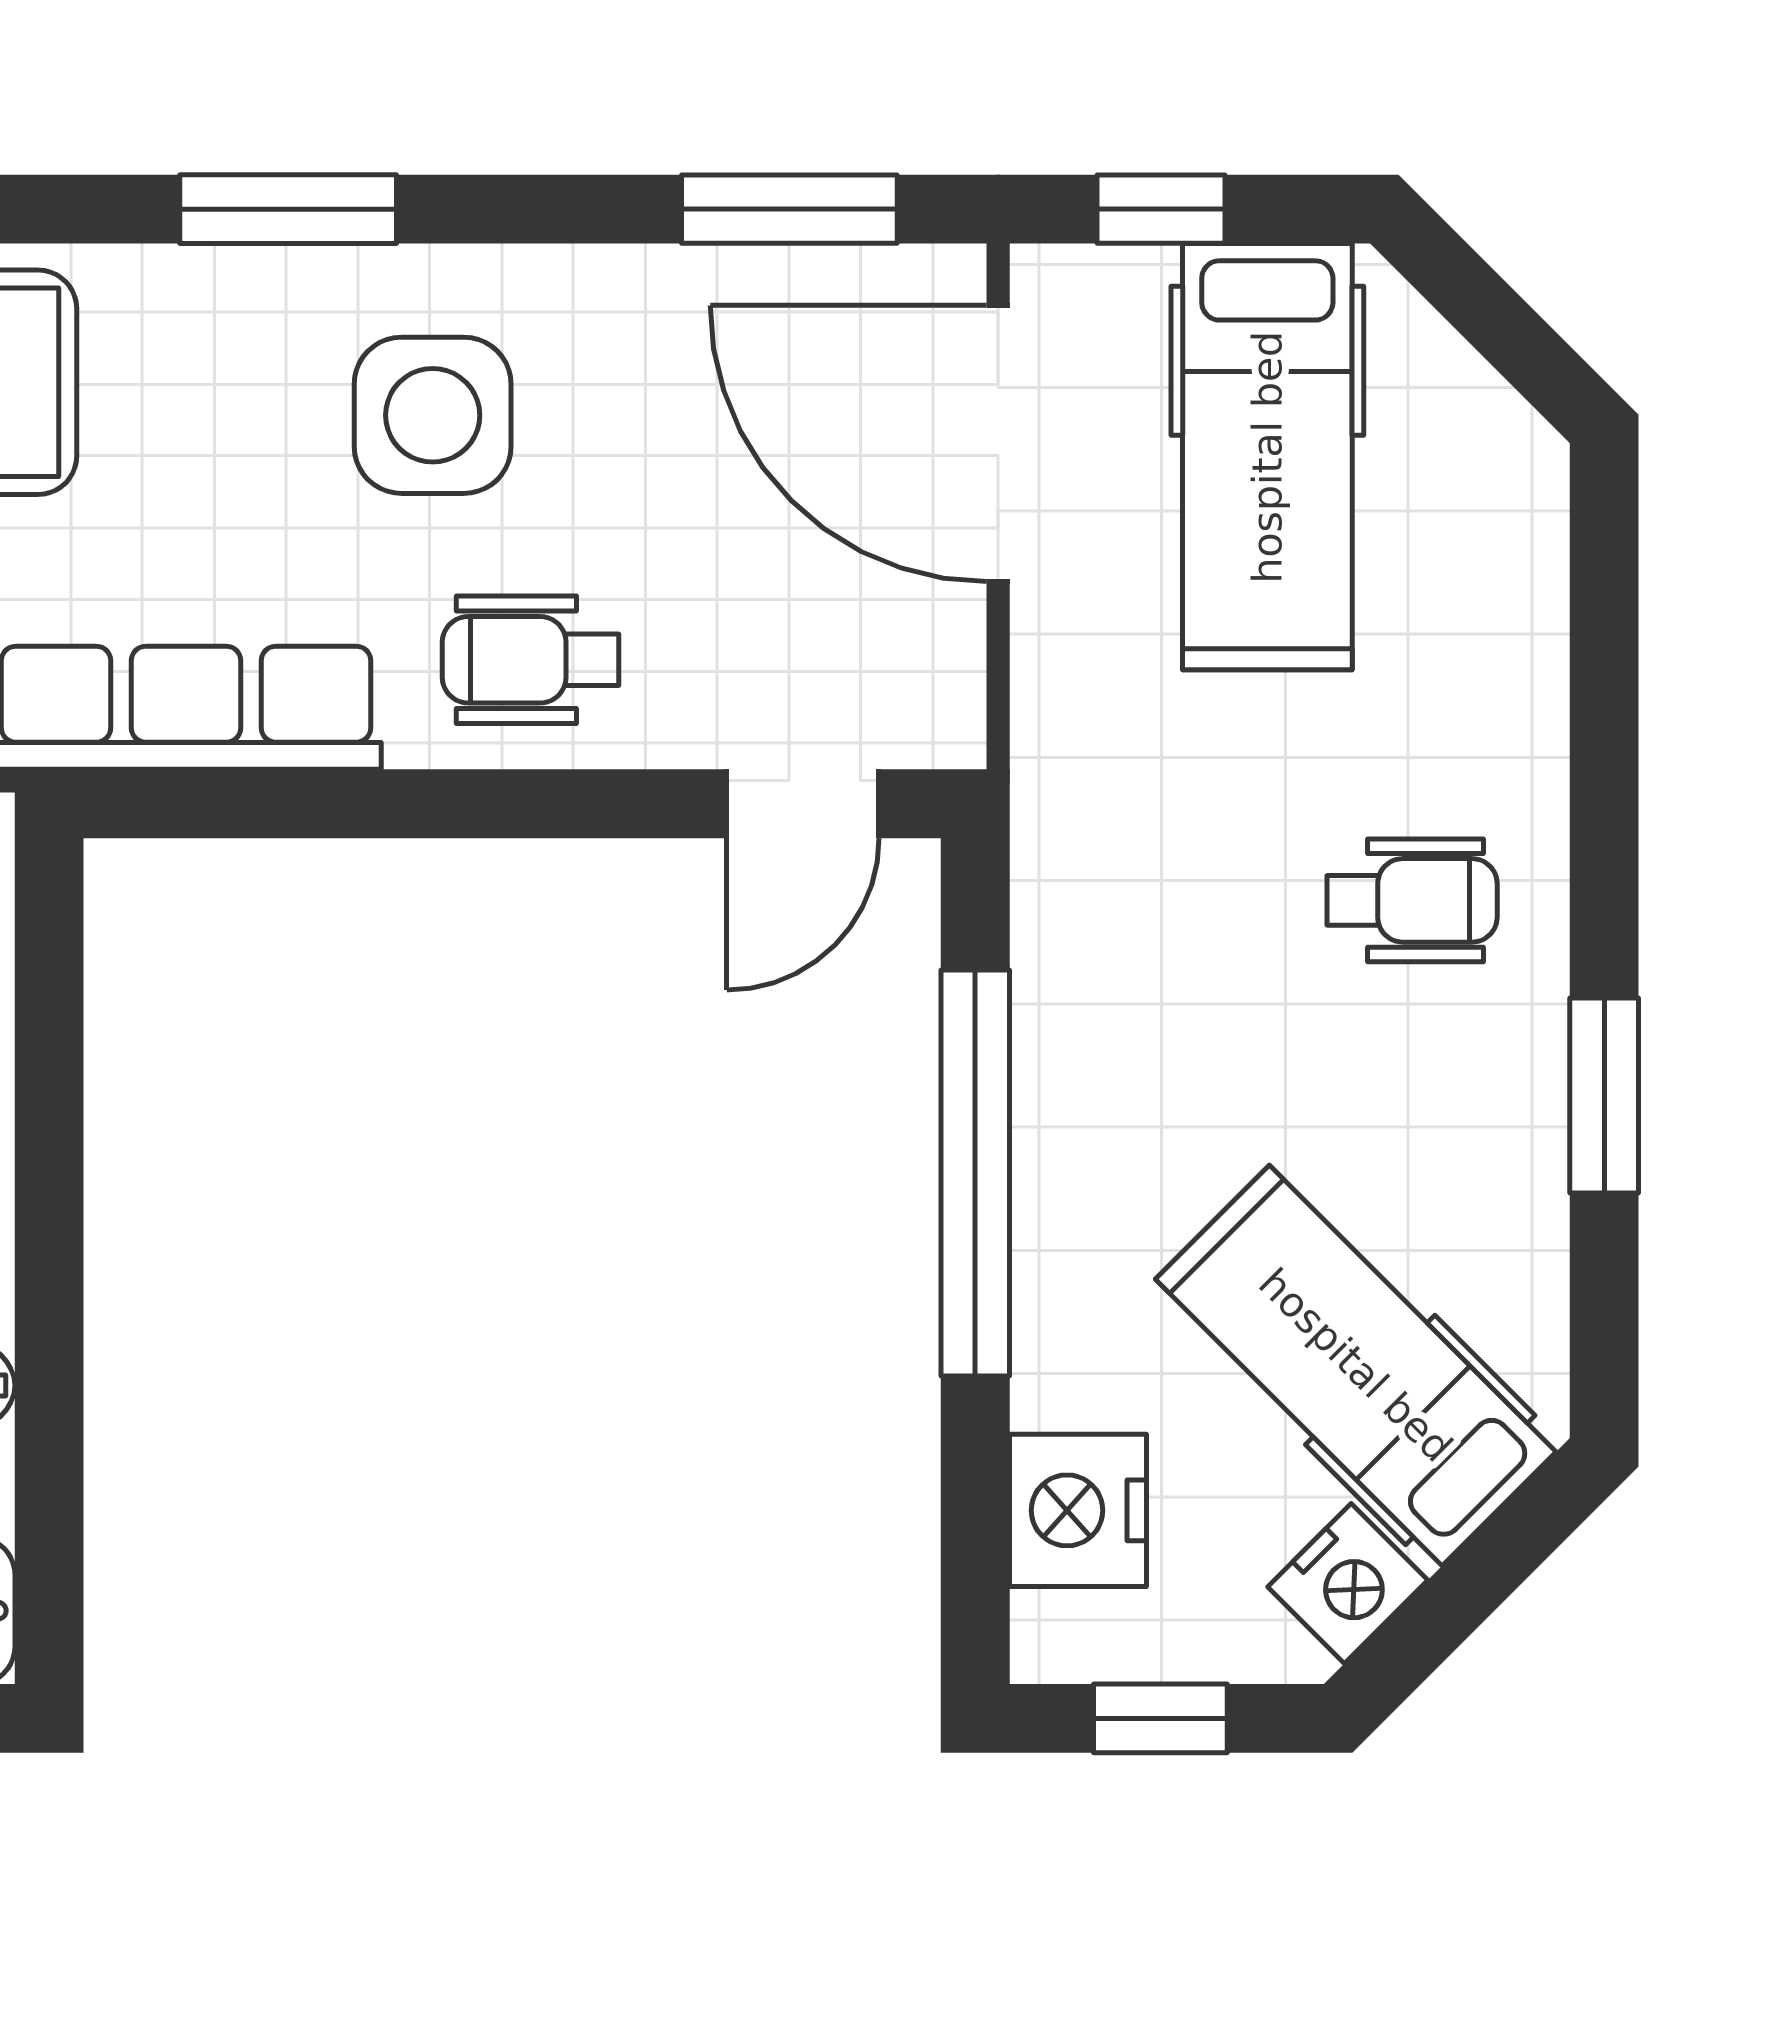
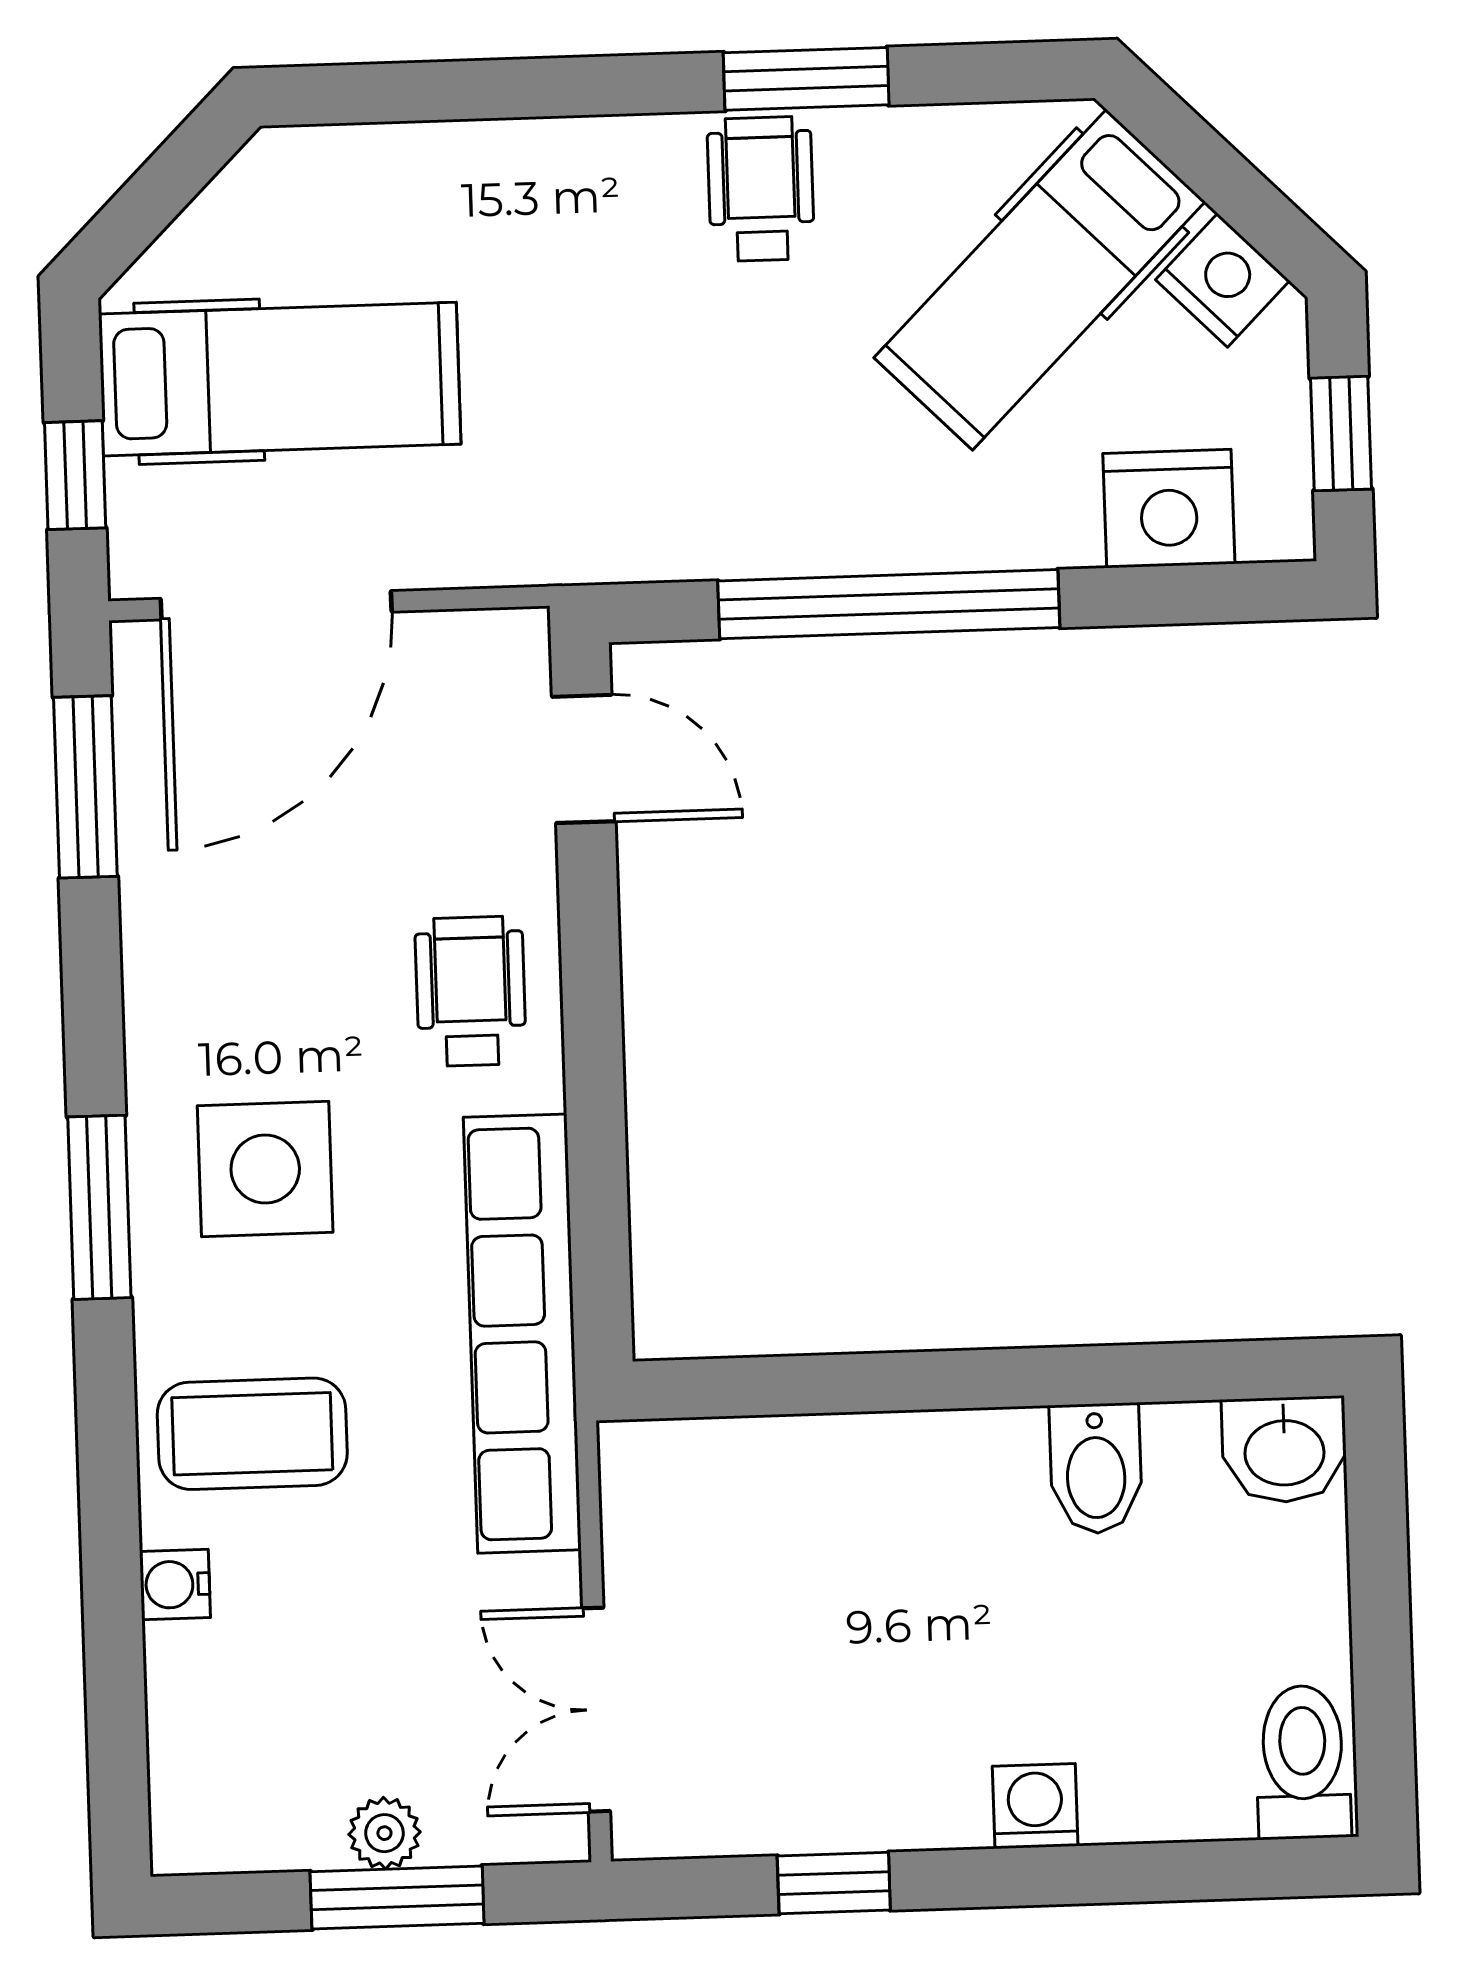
side table: (433, 415) -> (265, 1169), moved
wheelchair: (531, 660) -> (471, 991), turned 180
wheelchair: (1412, 900) -> (761, 189), moved

